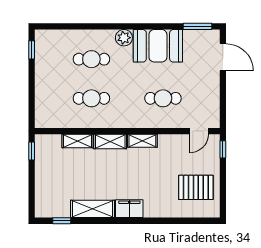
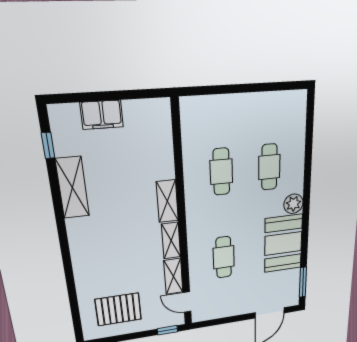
window: (32, 50) -> (282, 86), removed
shelving: (77, 141) -> (173, 276), moved
window: (32, 151) -> (146, 94), removed
pallet: (196, 187) -> (118, 309), turned 90
filing cabinet: (129, 209) -> (102, 115), moved, turned 90

